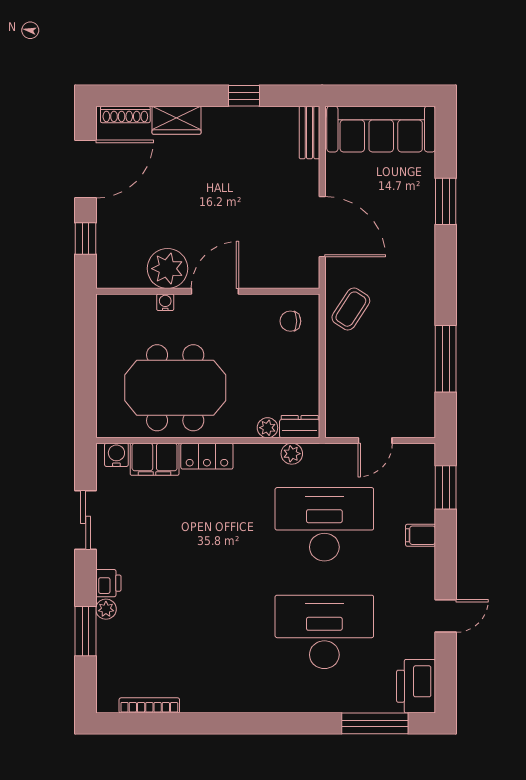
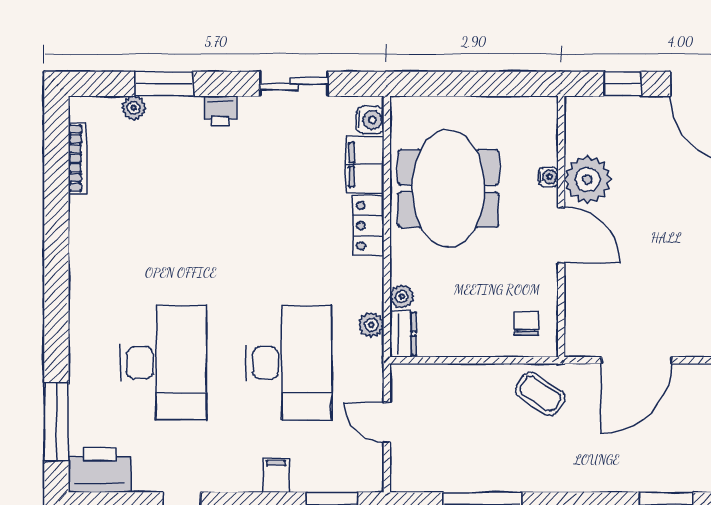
plant: (106, 609) -> (134, 108), moved

